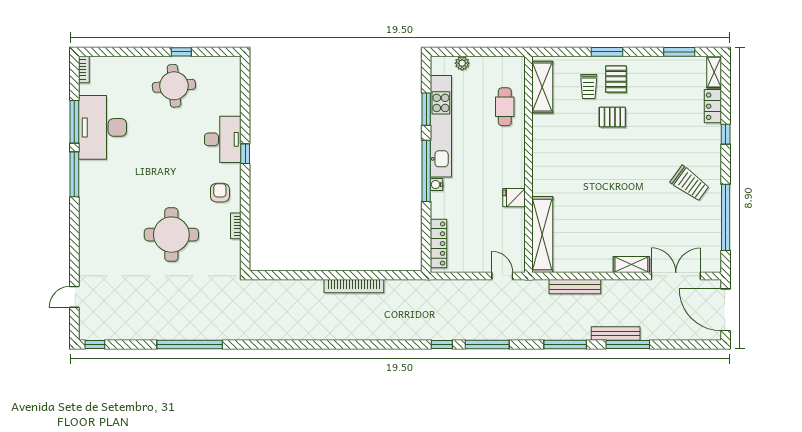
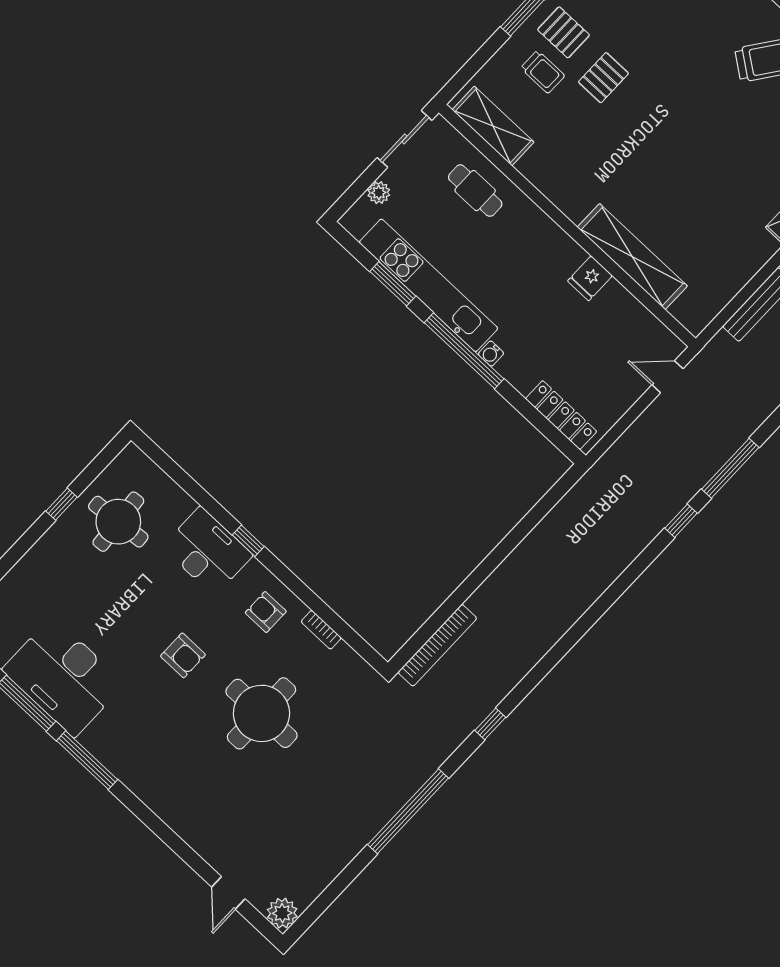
sliding door: (498, 52) -> (404, 139), added
round table: (174, 86) -> (118, 522), moved
armchair: (164, 173) -> (183, 655), added
shelving: (542, 234) -> (632, 257), moved
bookcase: (354, 286) -> (437, 645), moved
plant: (88, 331) -> (282, 913), added
window: (95, 344) -> (490, 724), moved

